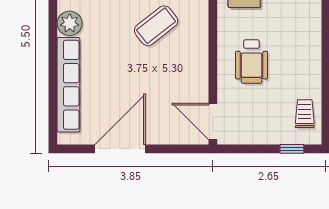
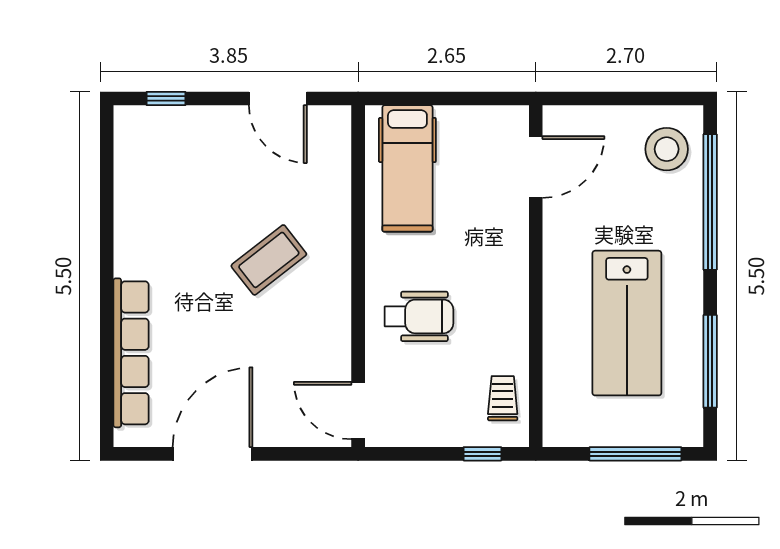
plant: (70, 23) -> (133, 256), removed
wheelchair: (251, 62) -> (419, 316), turned -90

